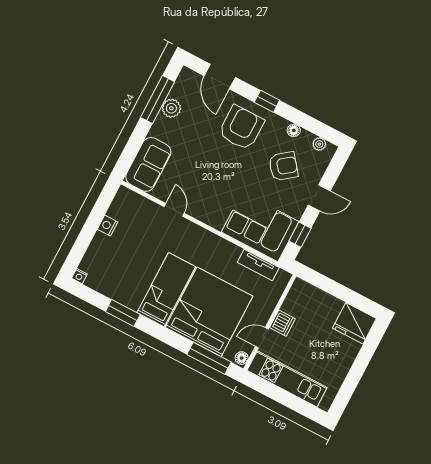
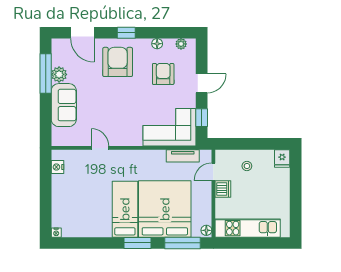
sofa: (148, 164) -> (64, 105), moved
armchair: (283, 166) -> (163, 74), turned -52
nightstand: (108, 226) -> (57, 167), moved
stool: (321, 312) -> (247, 166), added
window: (123, 313) -> (138, 243), moved
fridge: (354, 323) -> (282, 159), width x0.53, depth x0.75
door: (262, 338) -> (213, 172), moved

